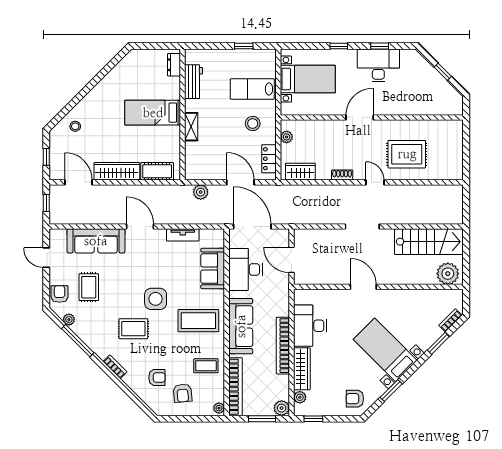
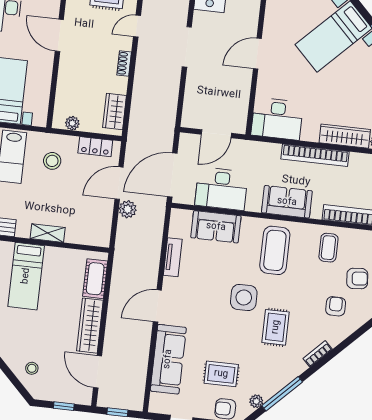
door: (79, 182) -> (98, 372), hinge flipped
plant: (201, 192) -> (128, 209), moved
sofa: (241, 326) -> (287, 202), width x0.73
desk: (310, 326) -> (277, 119), moved

